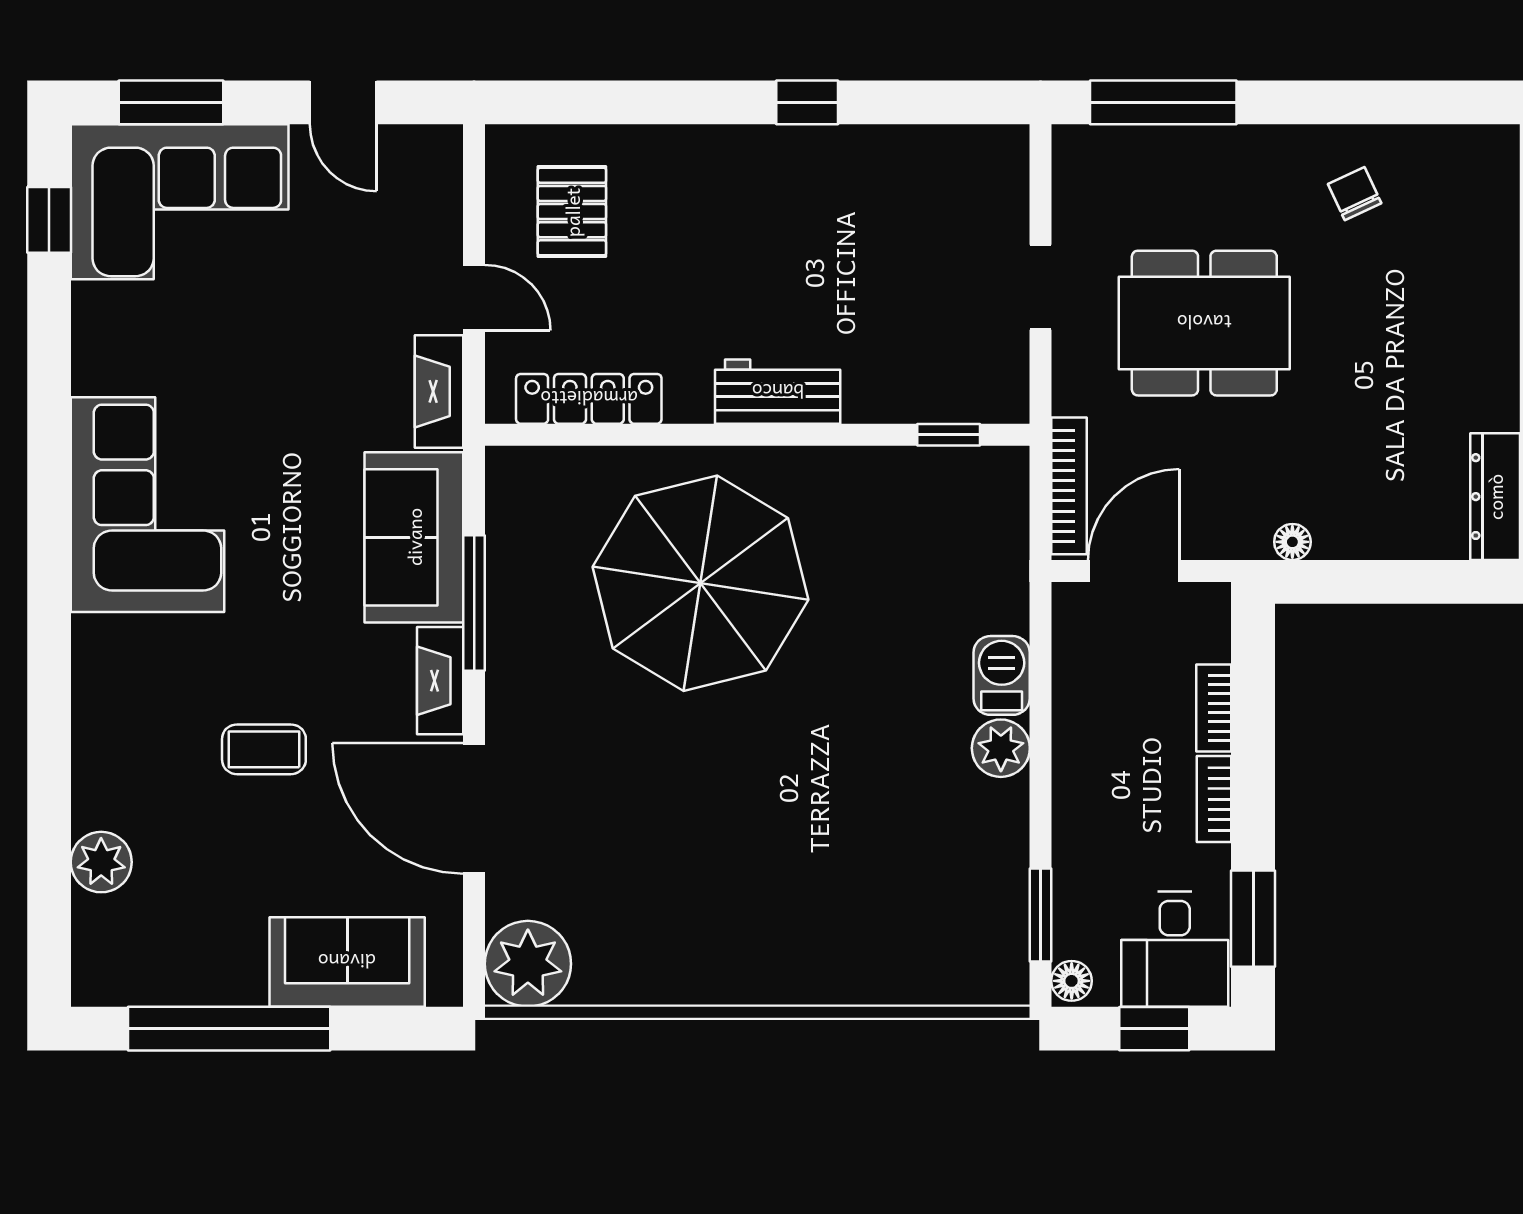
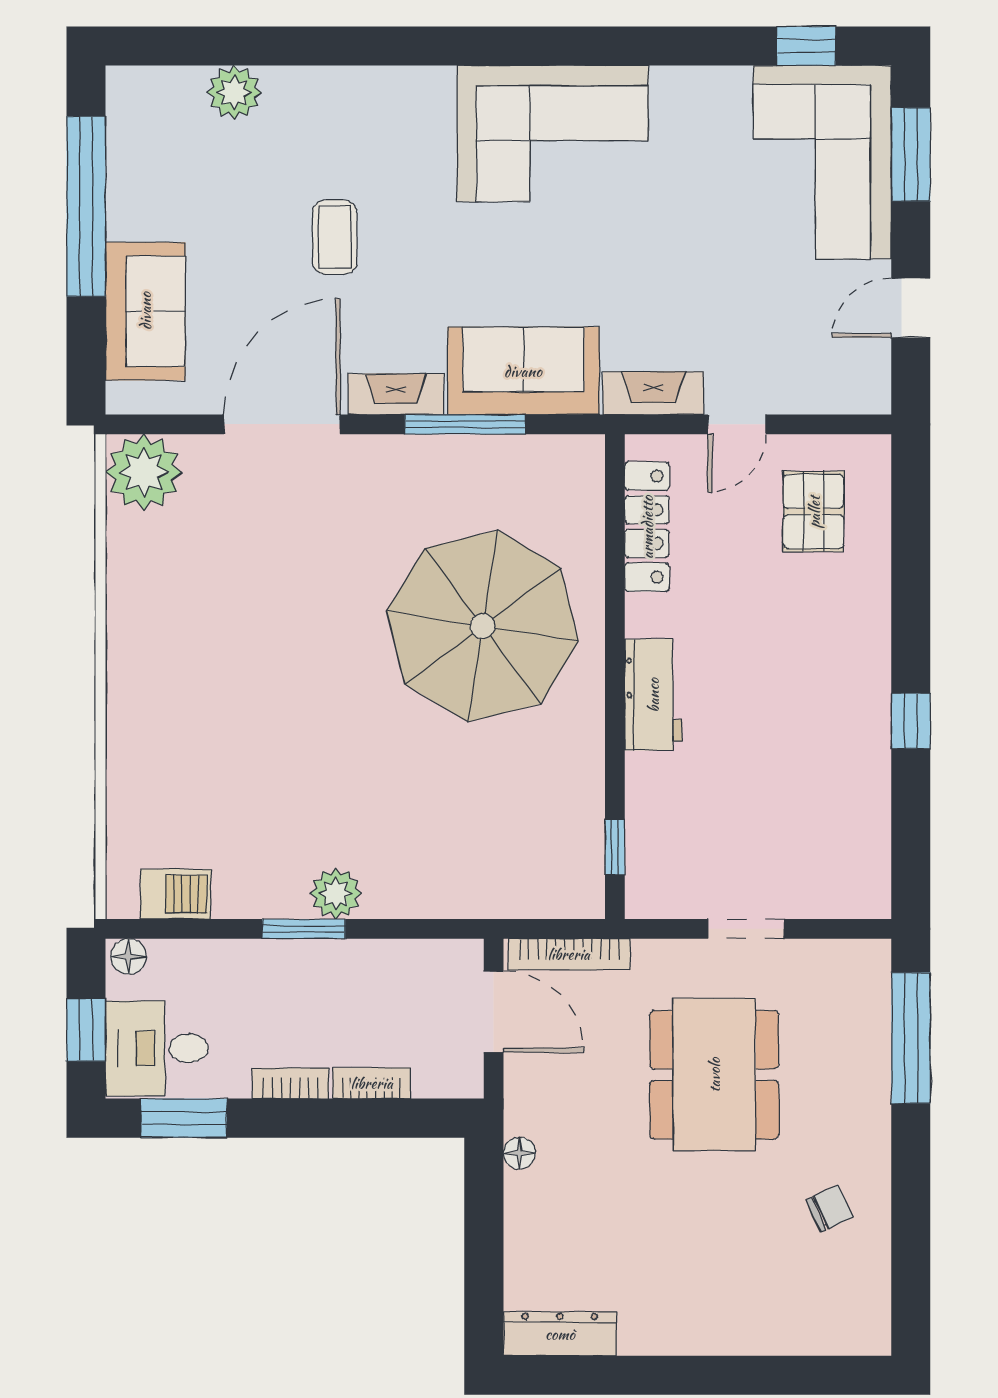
pallet: (572, 212) -> (814, 512), turned 90
barbecue: (1002, 675) -> (176, 894), moved
window: (1041, 915) -> (304, 929), moved

